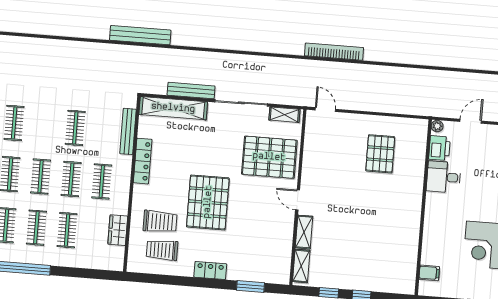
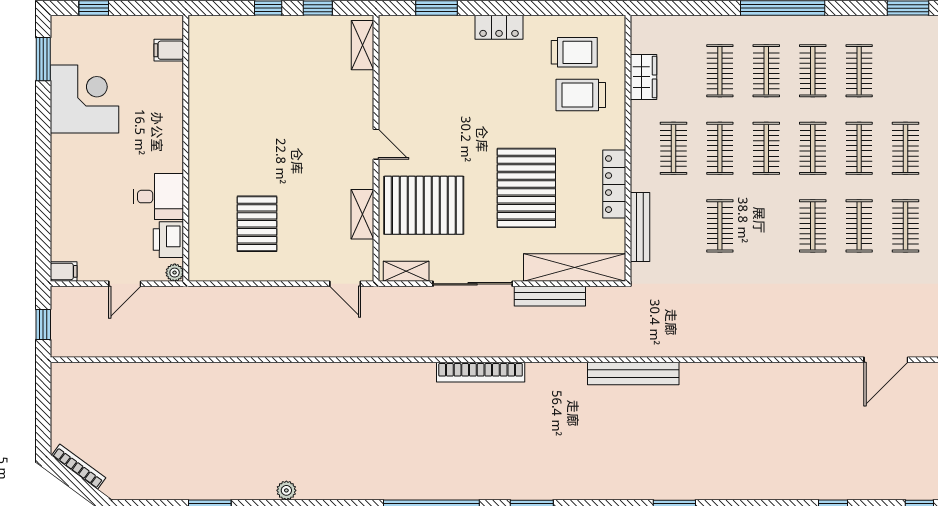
bookcase: (334, 52) -> (481, 372), moved
pallet: (208, 202) -> (526, 188), moved
shelving: (304, 232) -> (362, 214), moved

